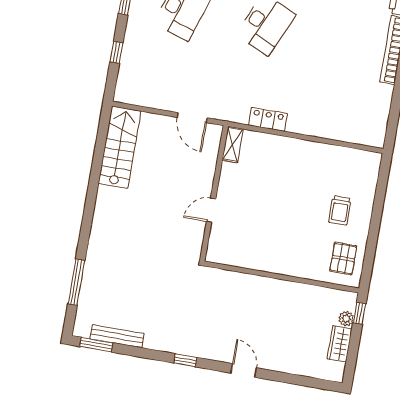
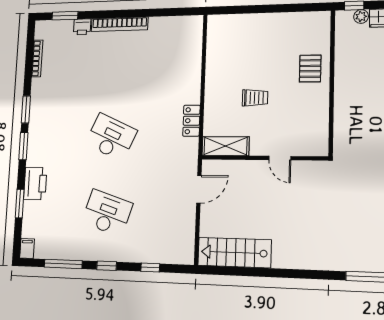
shelving: (233, 144) -> (226, 146), width x1.50, depth x1.33
trolley: (340, 210) -> (255, 98), moved
pallet: (343, 258) -> (310, 69), moved, turned 90

